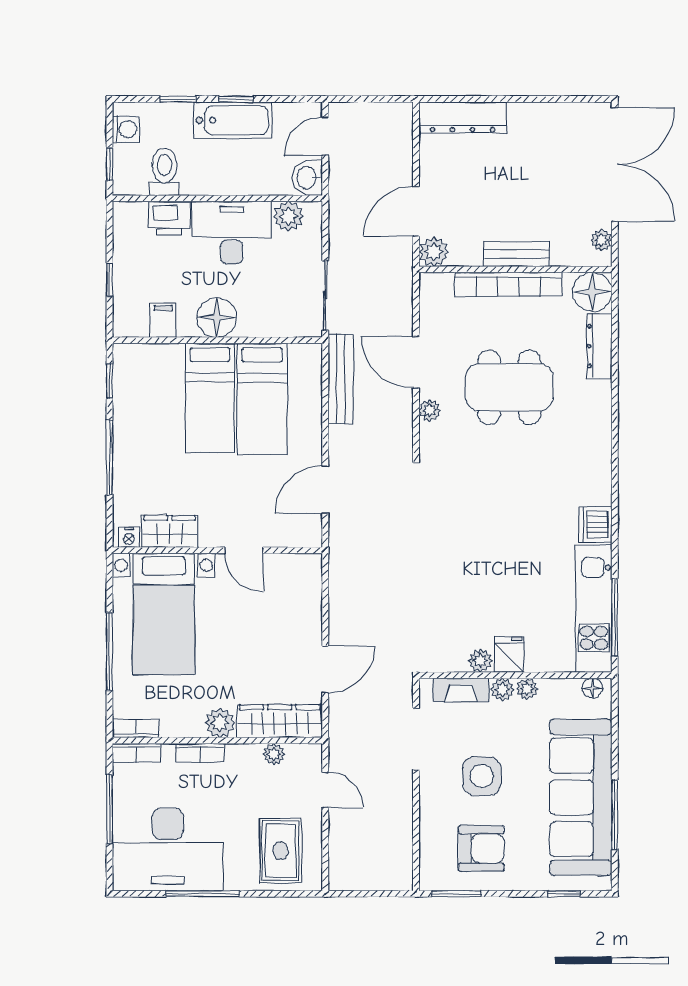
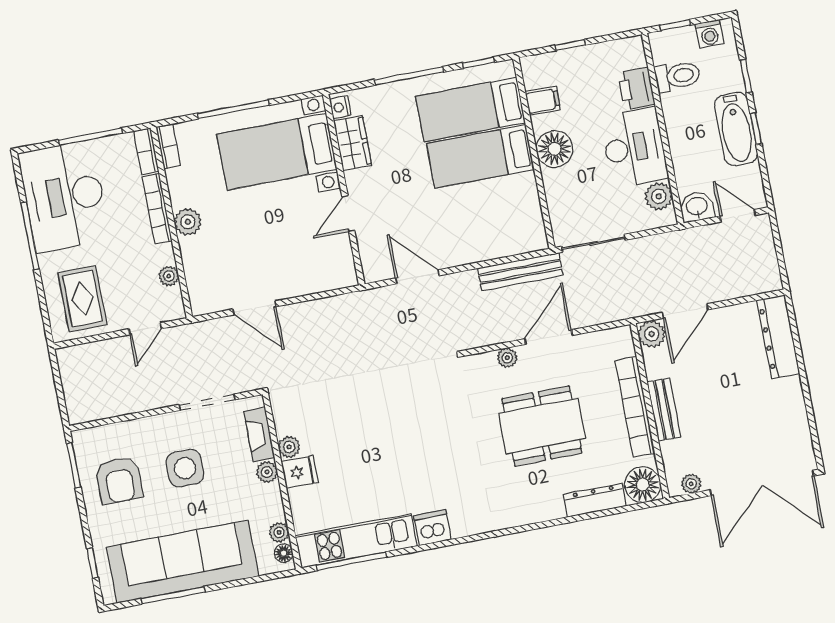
door: (416, 211) -> (685, 311), swing flipped
dining table: (509, 387) -> (542, 426), turned 90
bed: (262, 399) -> (470, 109), moved
plant: (527, 689) -> (279, 532), moved
wardrobe: (280, 721) -> (200, 276), removed
bookcase: (200, 753) -> (157, 209), width x1.56
rug: (280, 851) -> (82, 299), turned 90

